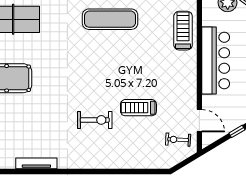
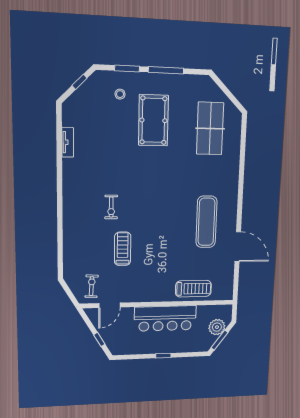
exercise bike: (95, 120) -> (111, 207), width x0.73, depth x0.72
tv unit: (36, 163) -> (68, 142), width x0.71

